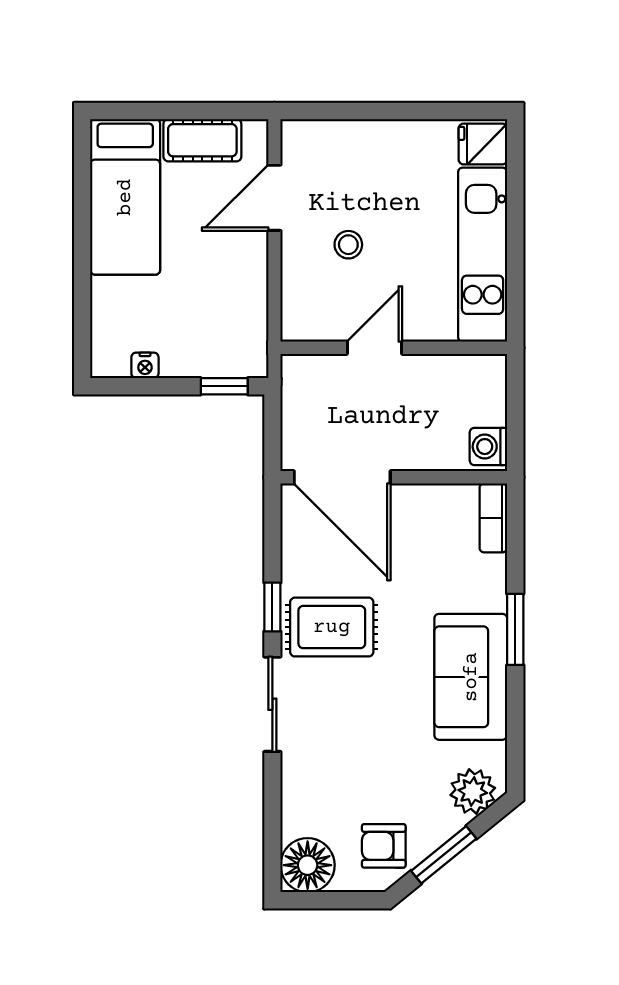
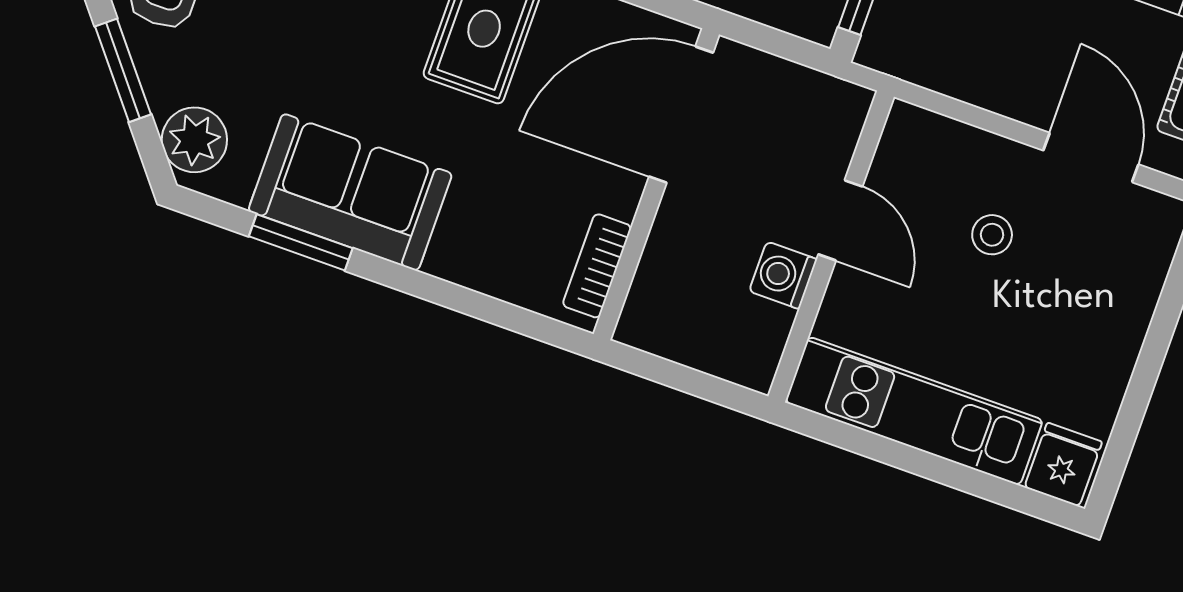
washing machine: (488, 447) -> (783, 275), moved, turned -90
bookcase: (493, 518) -> (597, 266), moved, turned -90
window: (515, 629) -> (301, 242), moved

